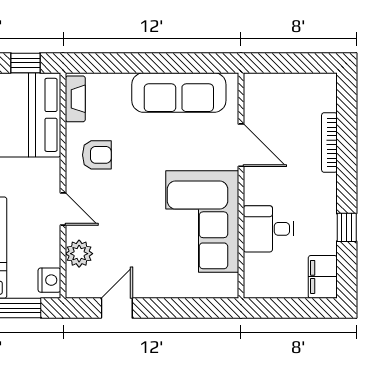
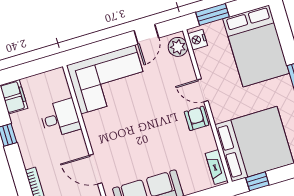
armchair: (97, 155) -> (197, 118), moved, turned 90
corner sofa: (202, 221) -> (108, 79), moved, turned 90
plant: (79, 254) -> (178, 47), moved

